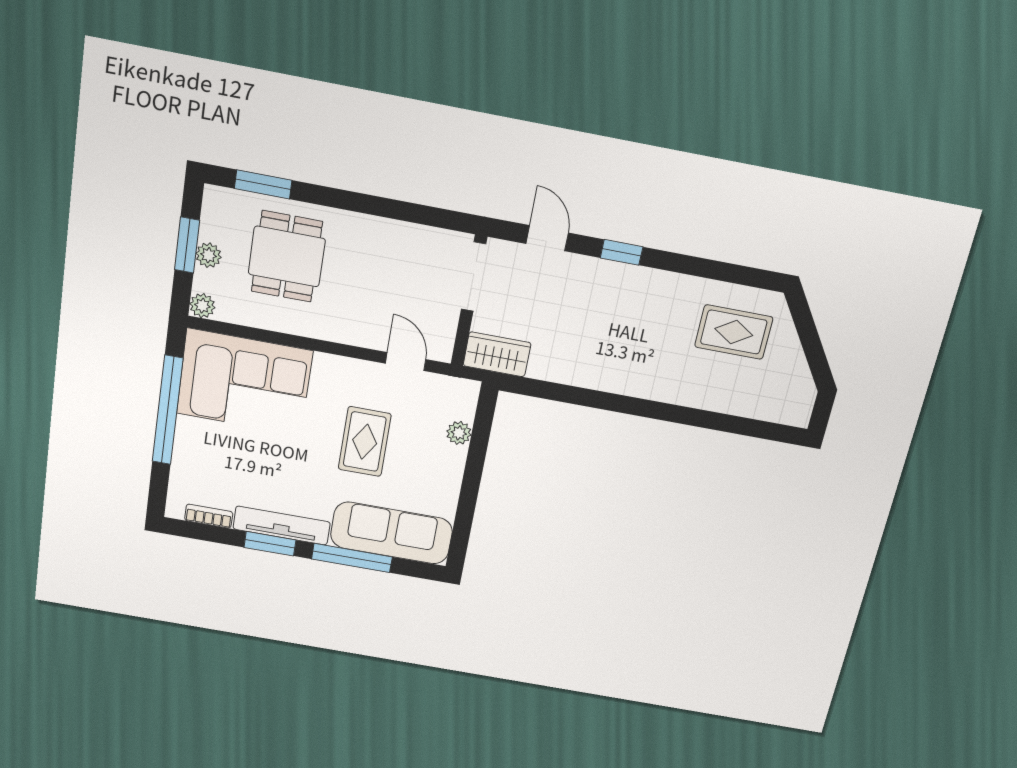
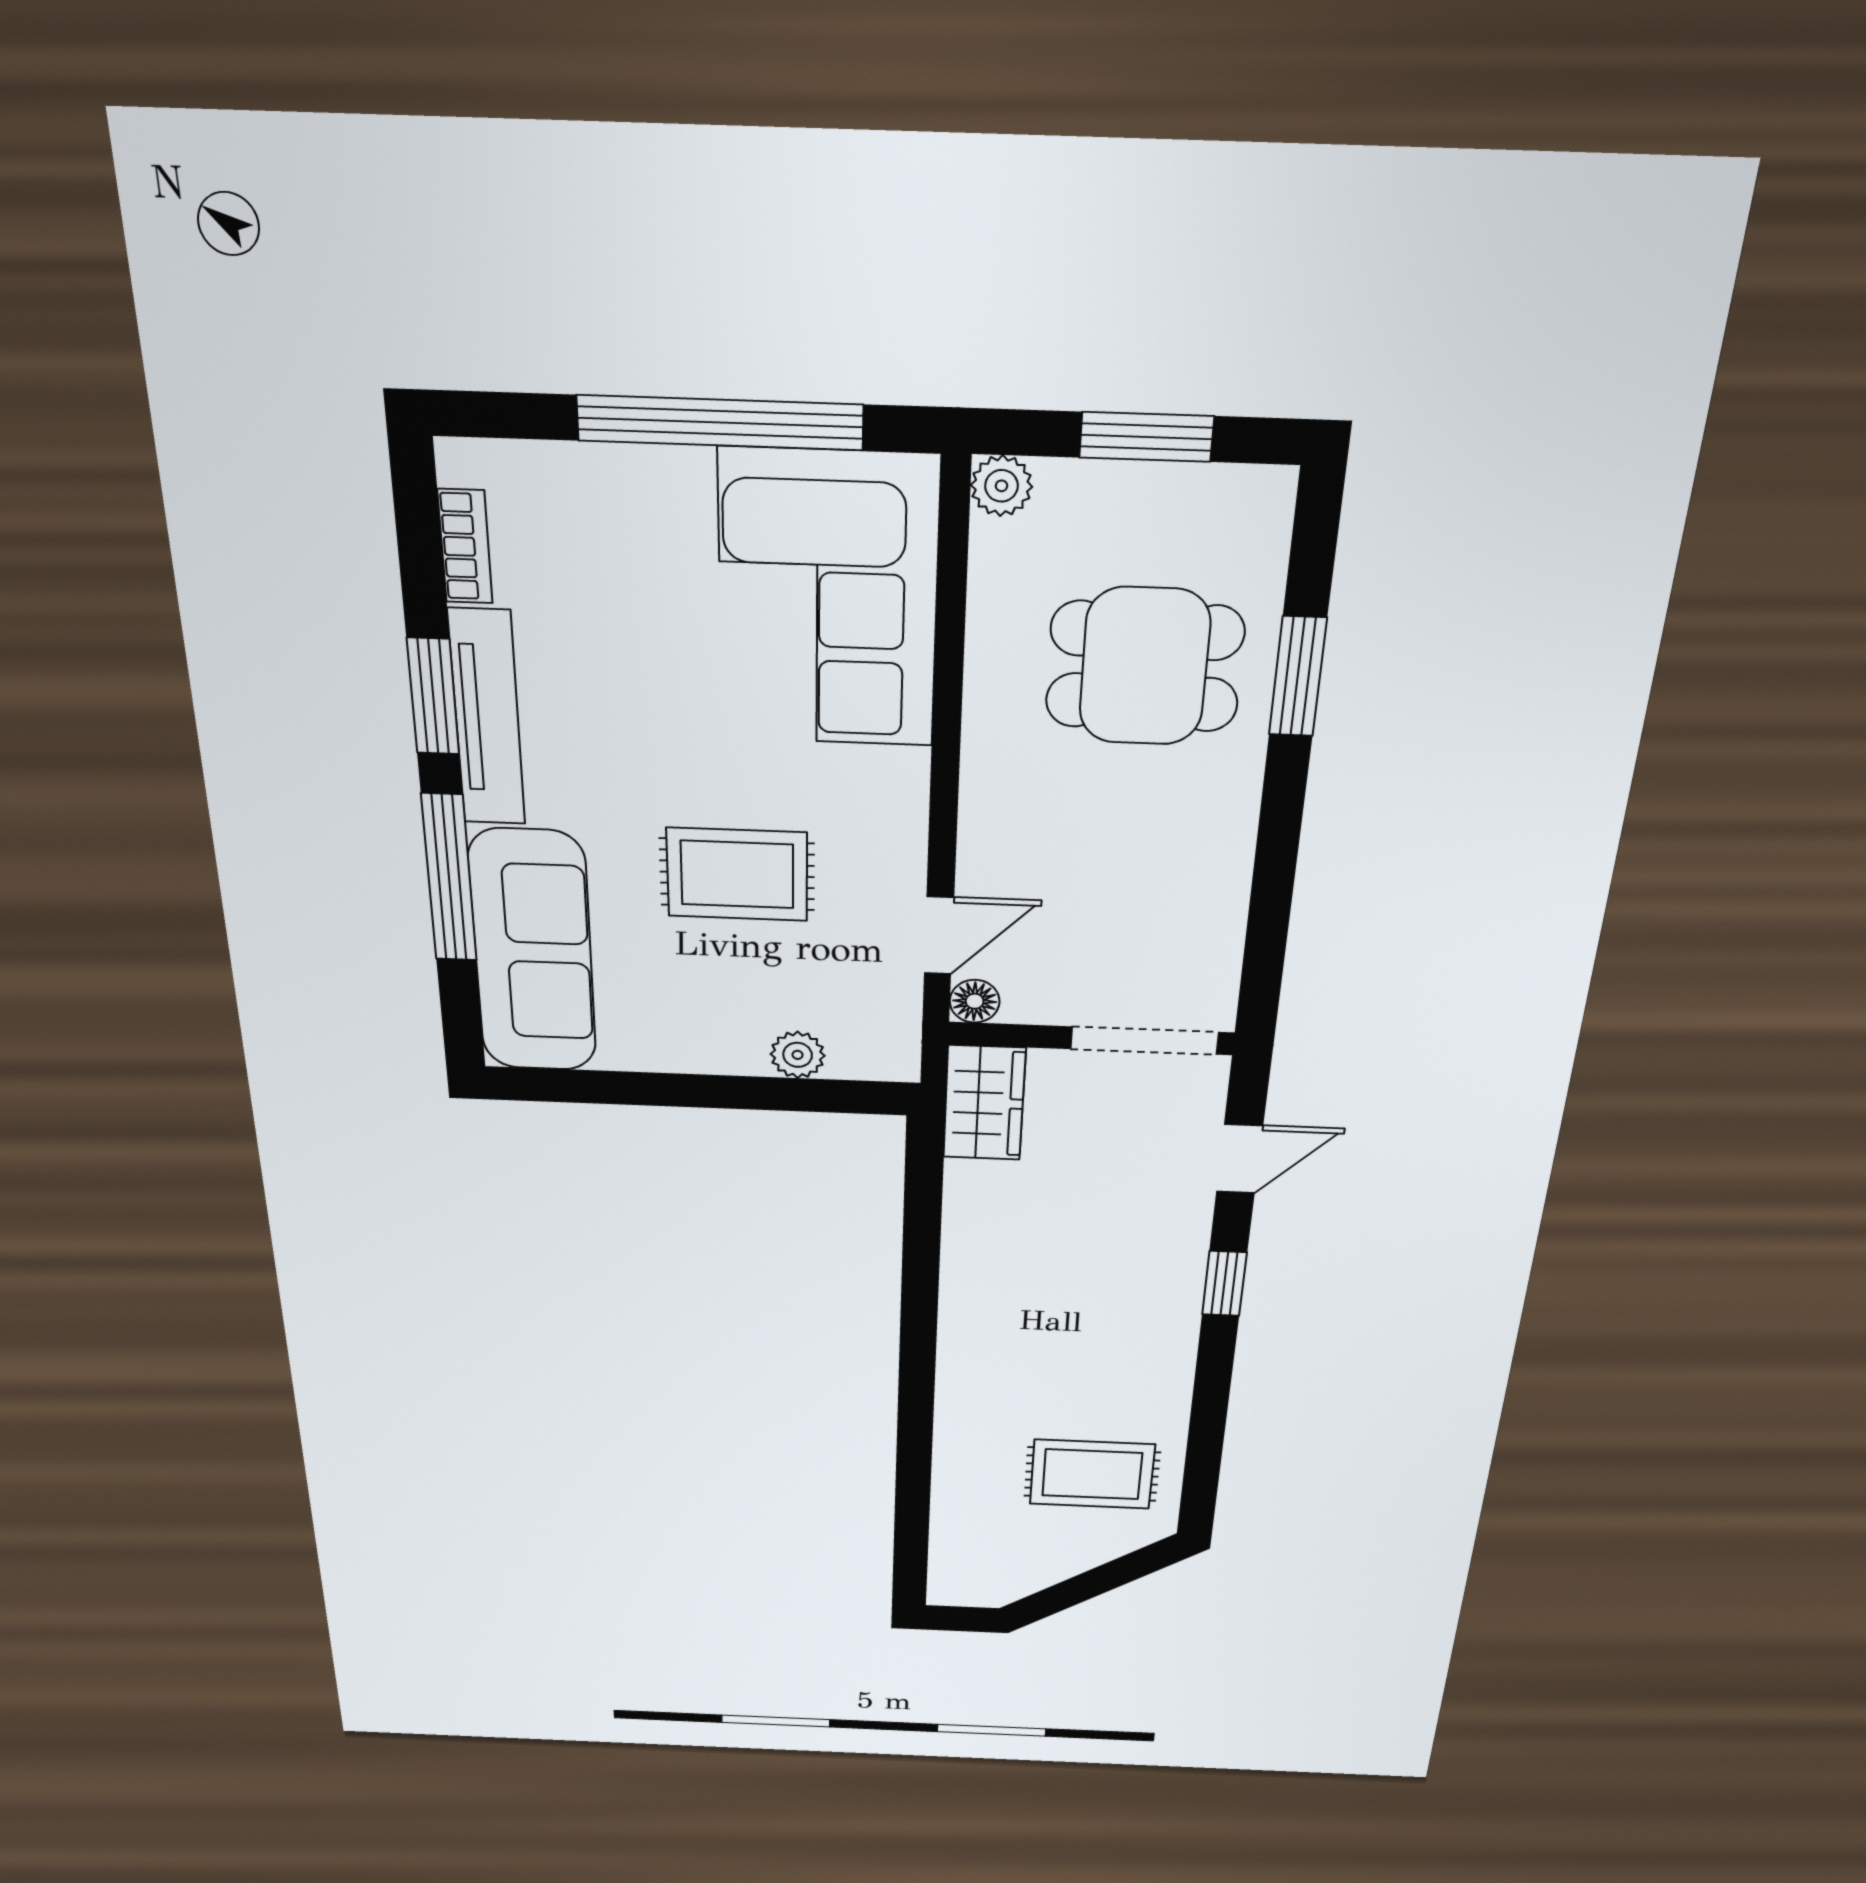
window: (263, 184) -> (1298, 677), moved
plant: (209, 255) -> (1127, 490), removed
rug: (734, 332) -> (1092, 1474), turned 90
floor lamp: (442, 351) -> (975, 1001), added

